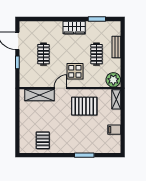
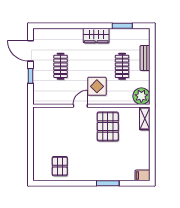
shelving: (39, 95) -> (56, 114), removed
pallet: (84, 106) -> (108, 127), turned 90
filing cabinet: (114, 130) -> (142, 175), moved

